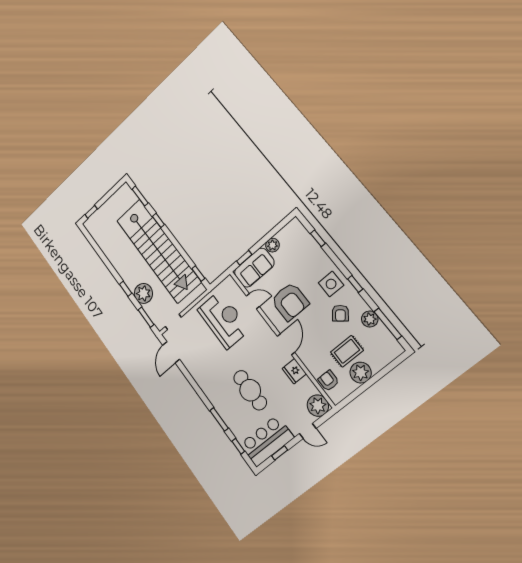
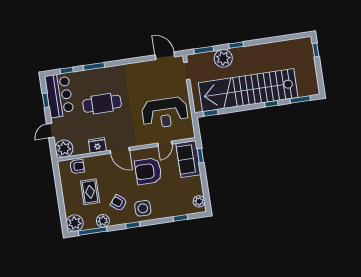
plant: (272, 245) -> (199, 201), moved
plant: (361, 373) -> (75, 223), moved

